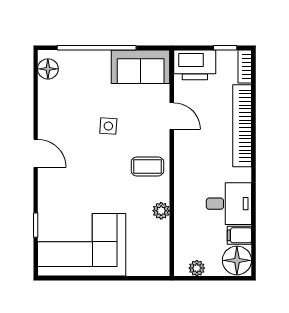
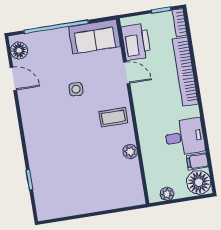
printer: (195, 65) -> (136, 42), moved, turned -90
door: (36, 153) -> (13, 79), moved
corner sofa: (82, 245) -> (70, 190), removed

